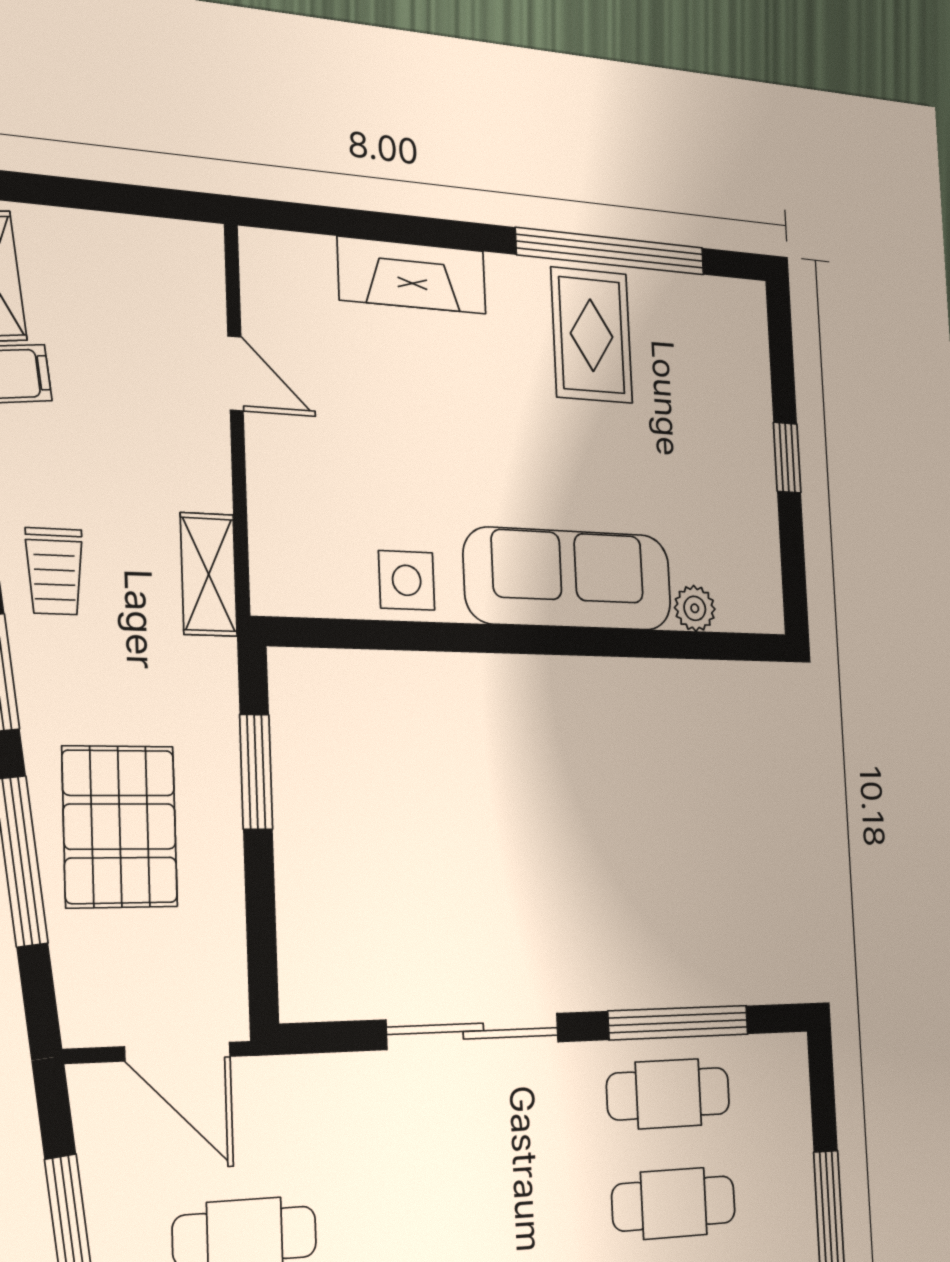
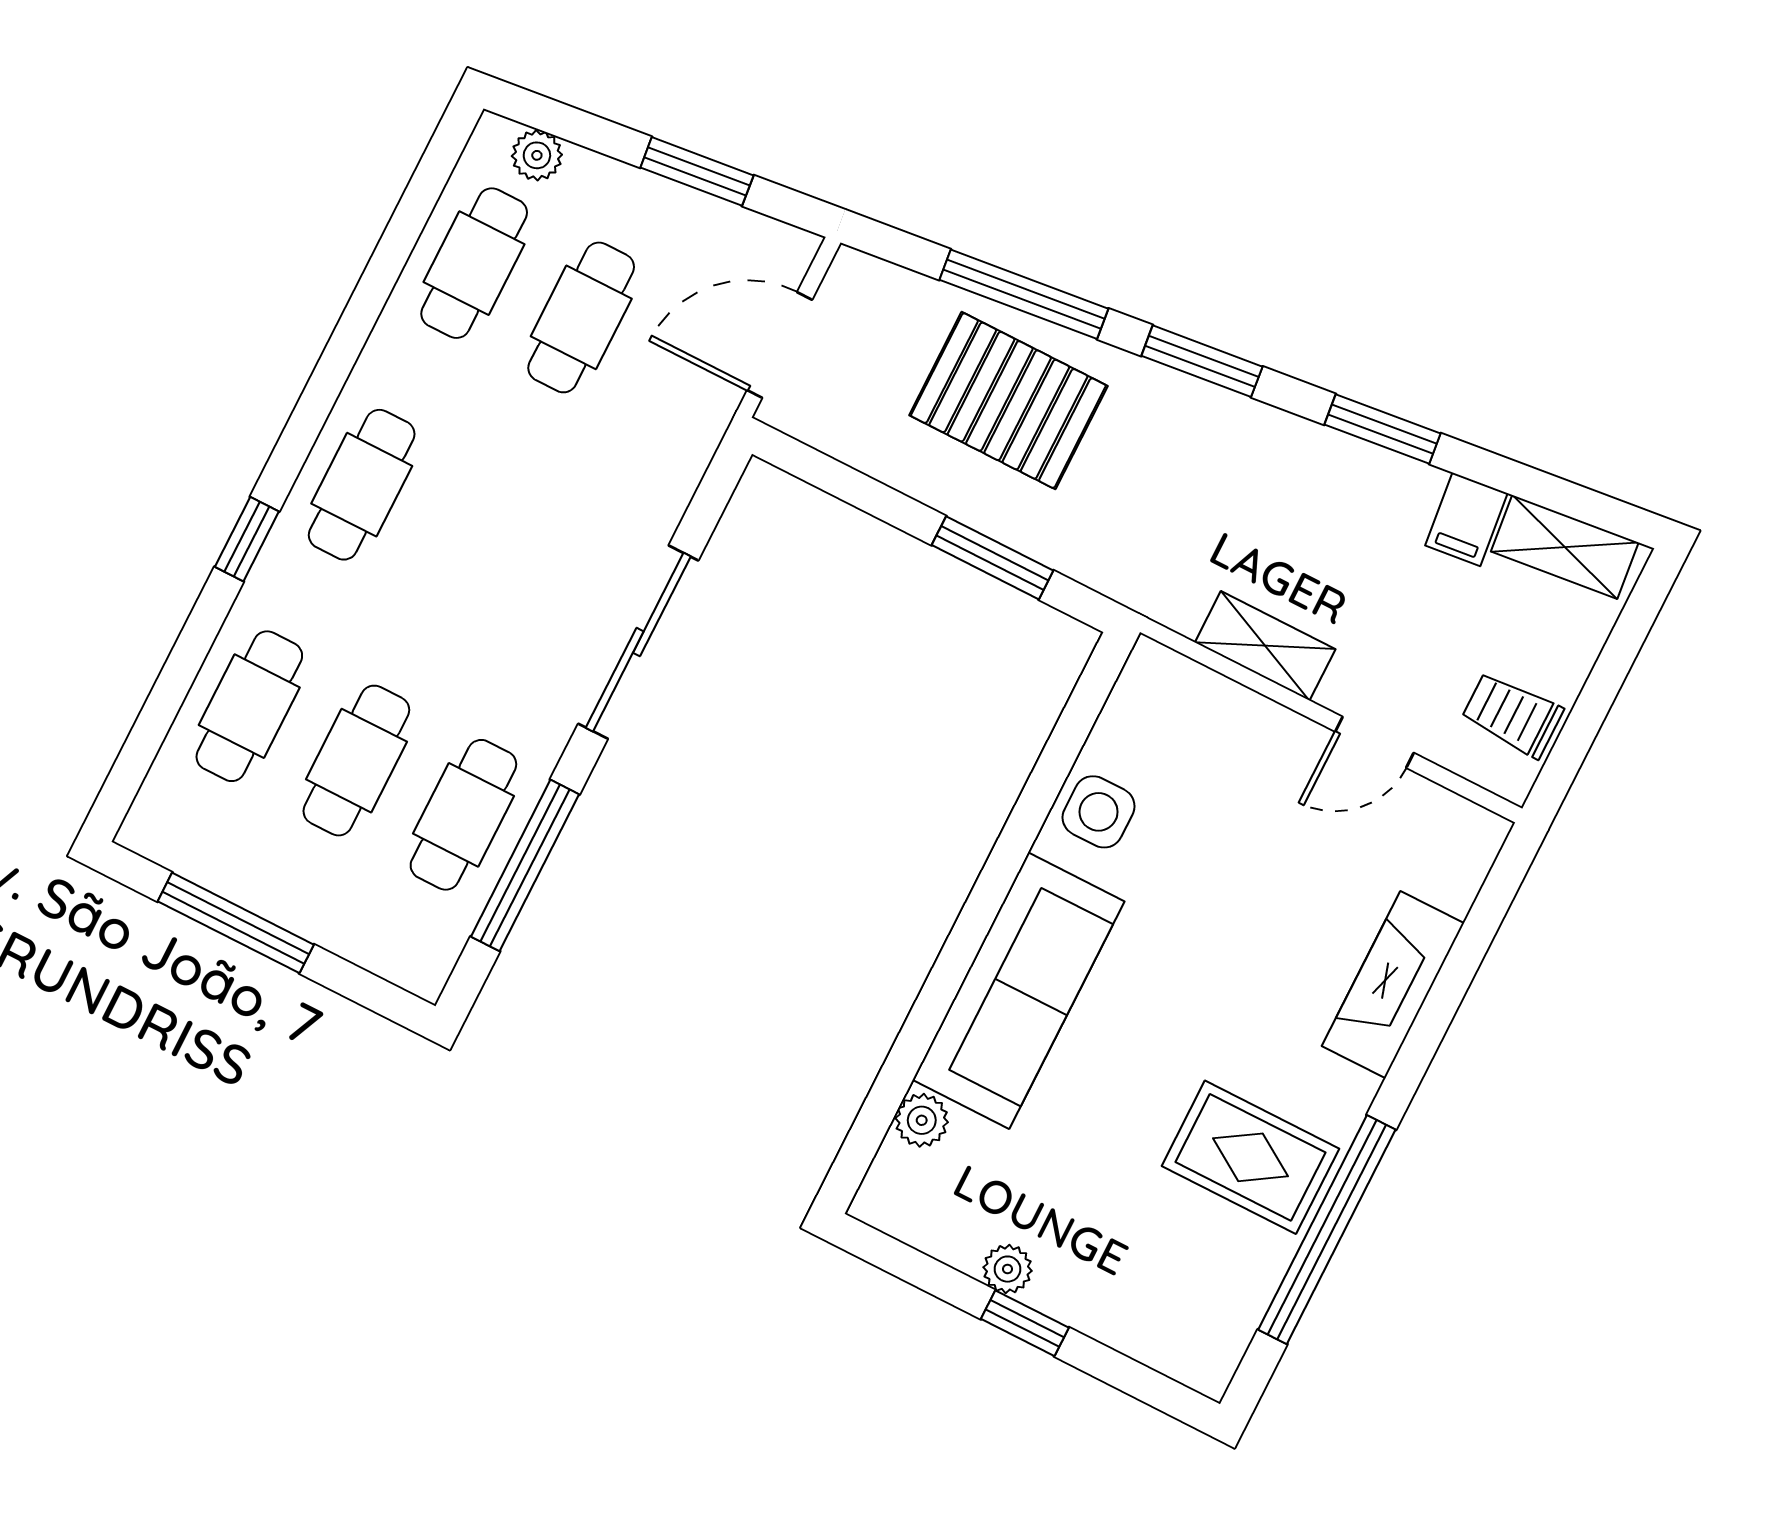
plant: (759, 489) -> (1008, 1269), added
trolley: (54, 571) -> (1512, 715), moved
shelving: (209, 574) -> (1265, 646), moved

